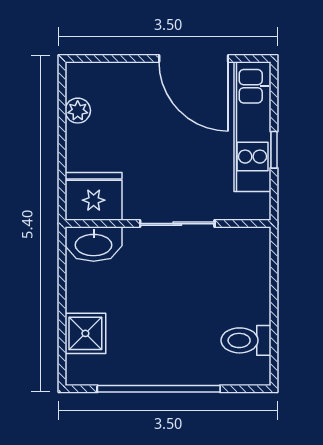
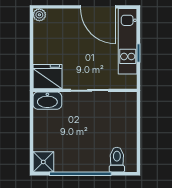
plant: (78, 111) -> (39, 15), moved
shower: (85, 333) -> (43, 162), moved
toilet: (246, 340) -> (117, 160), moved, turned 90

